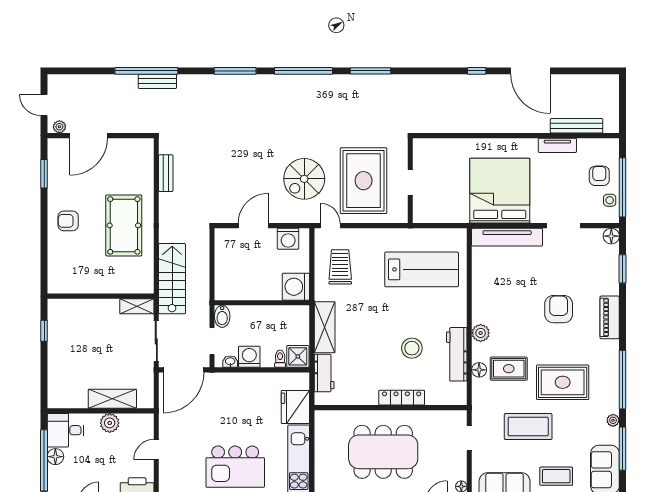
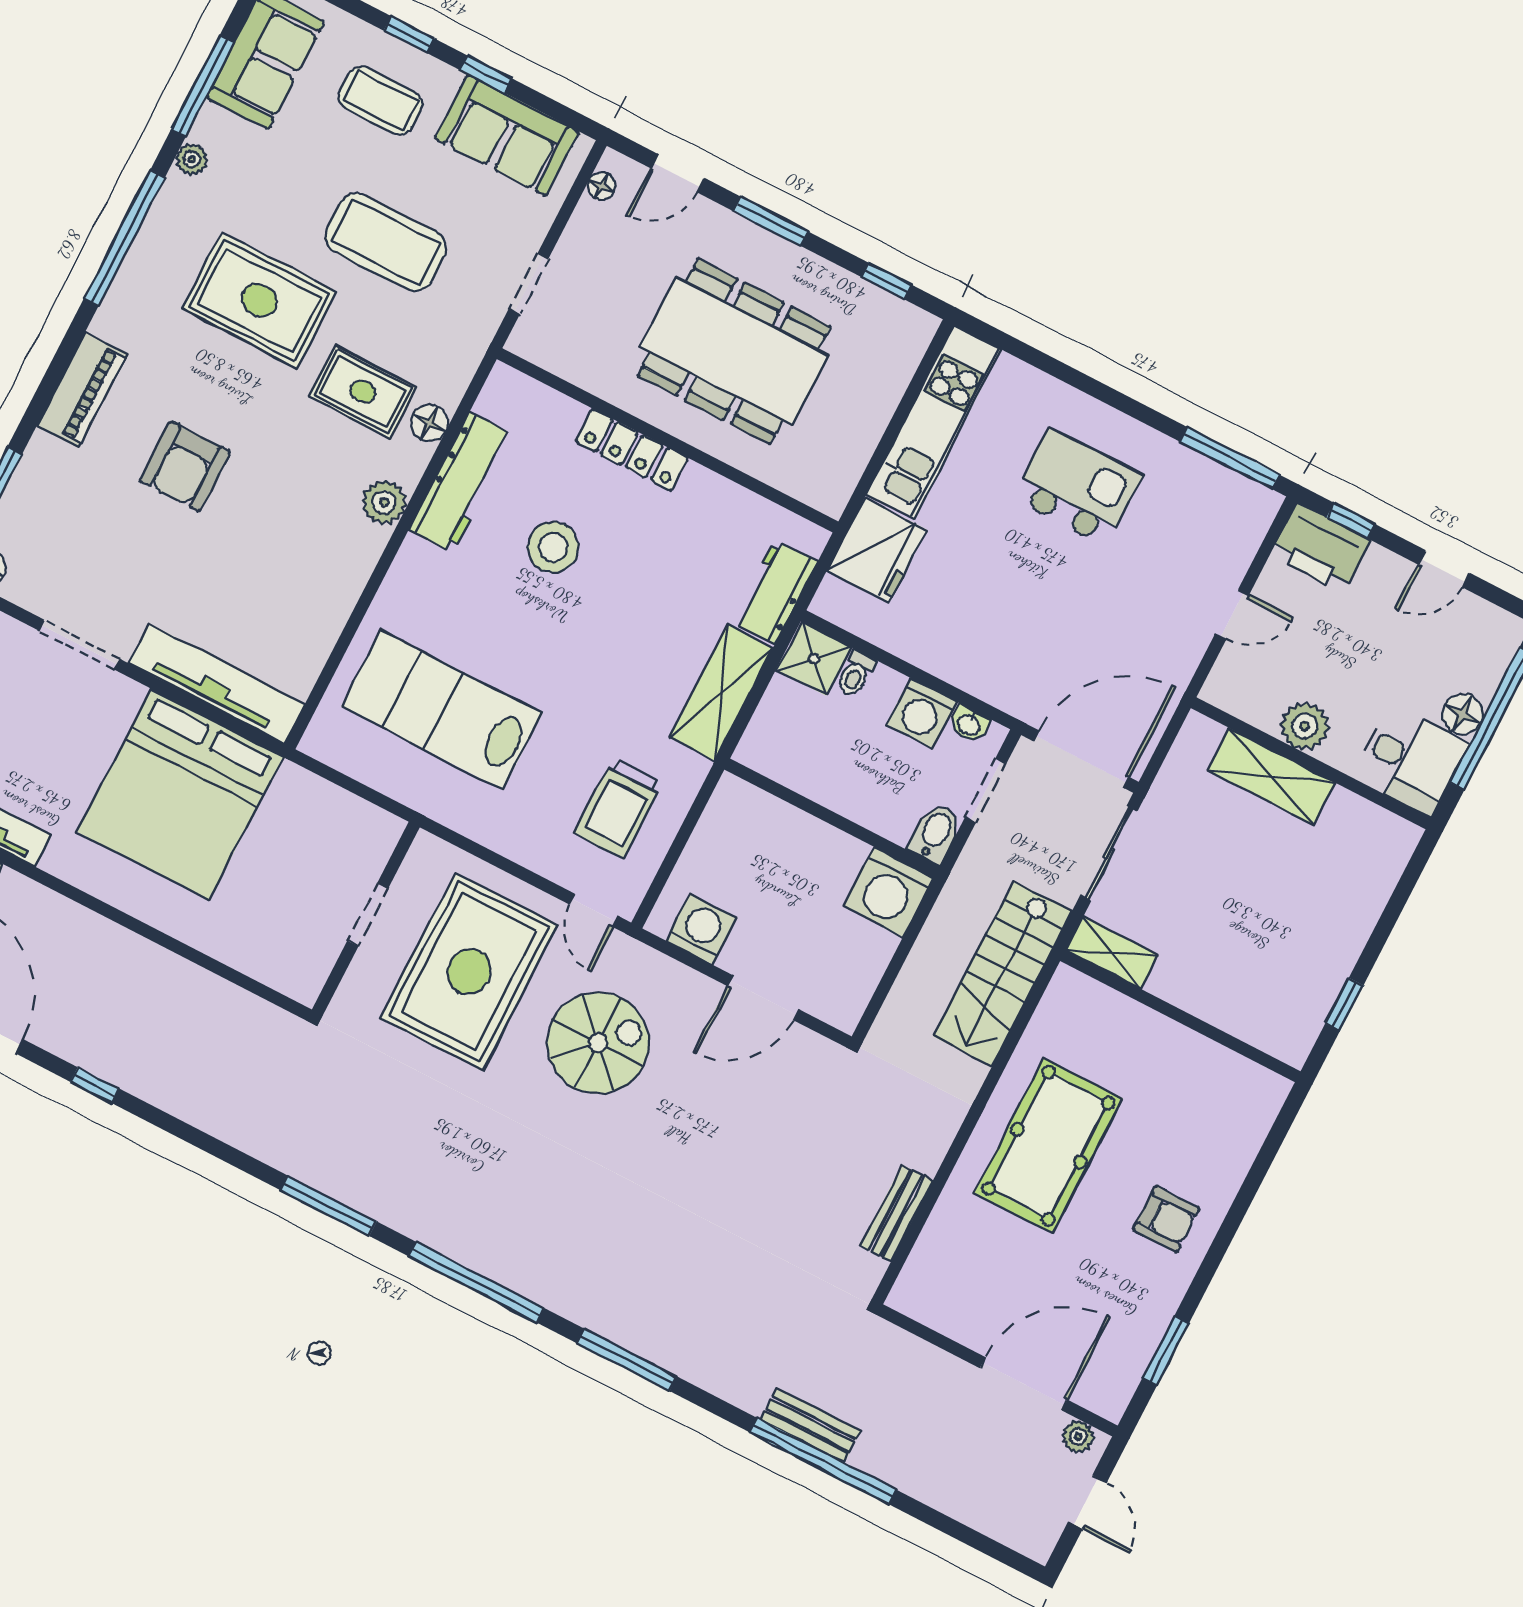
washing machine: (296, 287) -> (889, 892), moved, turned 90
kitchen island: (235, 467) -> (1078, 487), width x0.73, depth x0.78

